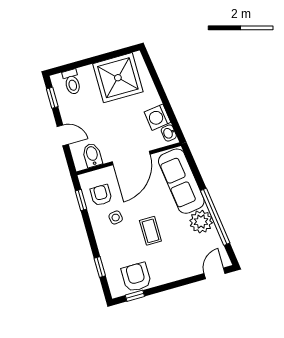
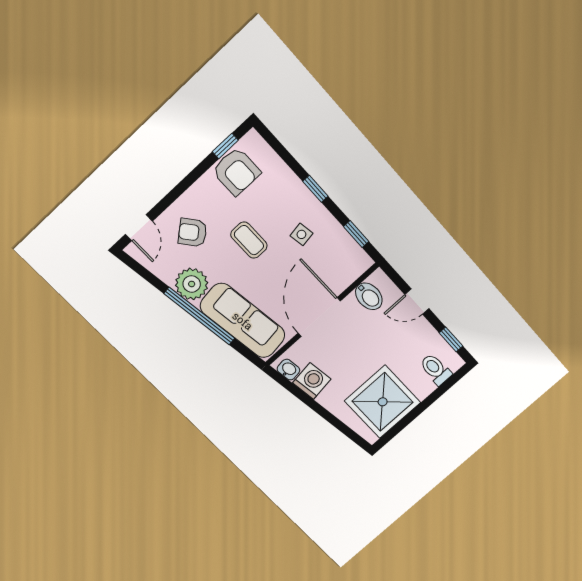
armchair: (101, 195) -> (193, 232), moved, turned 141
window: (215, 217) -> (200, 316), moved
window: (100, 267) -> (315, 189), moved

